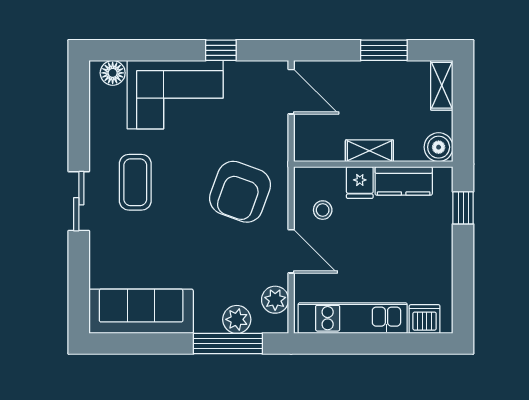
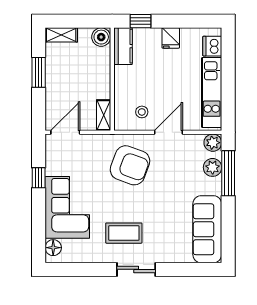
shelving: (369, 151) -> (104, 115), moved
kitchen counter: (404, 181) -> (123, 46), moved
fridge: (360, 183) -> (171, 38), moved, turned 90
plant: (275, 300) -> (213, 143), moved

